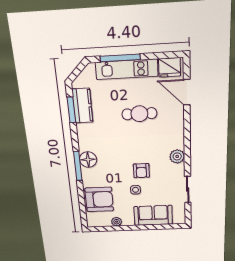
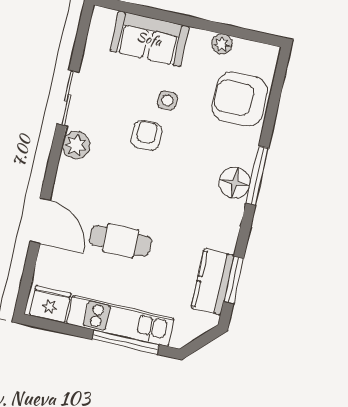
door: (187, 92) -> (40, 221), moved
sliding door: (188, 189) -> (68, 98), moved

